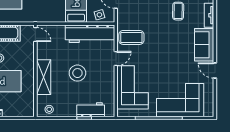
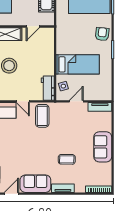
door: (35, 34) -> (33, 26), moved
workbench: (90, 34) -> (48, 88), width x0.53, depth x0.76

